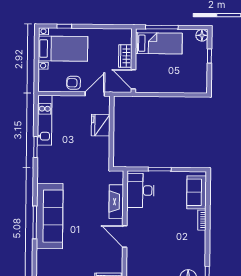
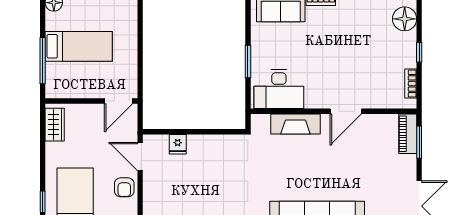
bed: (159, 43) -> (79, 46), moved, turned 90
wardrobe: (125, 56) -> (55, 125), moved, turned -90
fridge: (101, 125) -> (178, 144), width x0.53, depth x0.75

